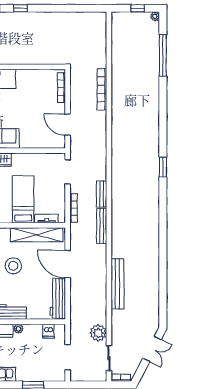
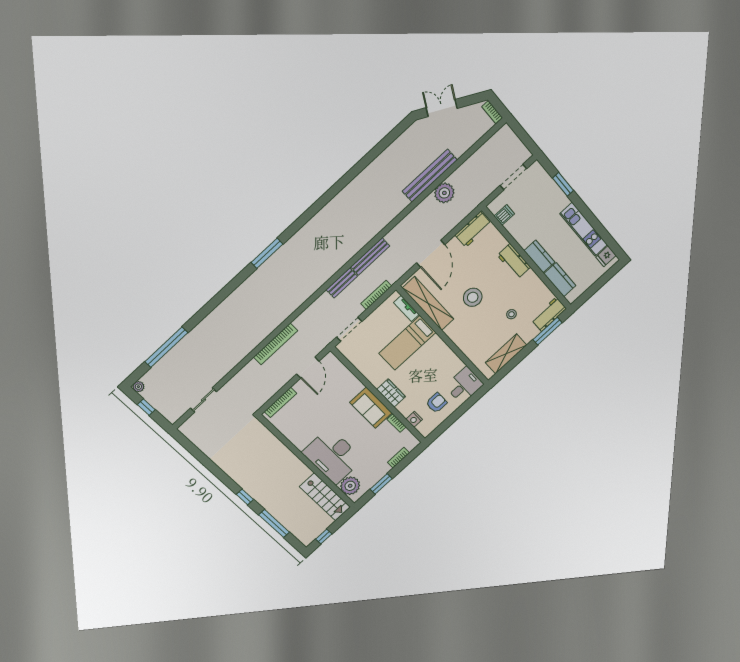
bookcase: (102, 89) -> (276, 344), moved
window: (163, 167) -> (267, 253), width x1.44
bench: (117, 284) -> (430, 176), moved
workbench: (58, 298) -> (473, 229), width x0.73
plant: (18, 329) -> (524, 242), removed
plant: (98, 333) -> (444, 193), moved
sliding door: (109, 358) -> (203, 400), moved

